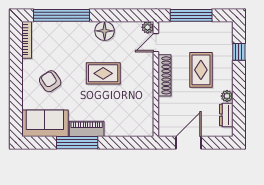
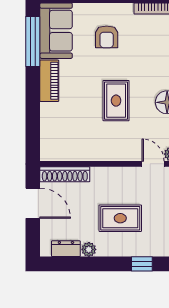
shoe rack: (164, 75) -> (65, 174), moved
armchair: (50, 81) -> (107, 37), turned 124
window: (77, 143) -> (33, 42), moved

